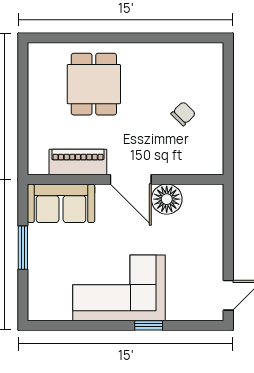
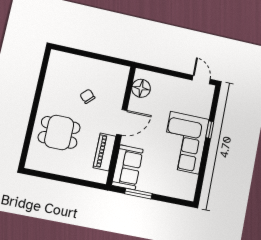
chair: (183, 114) -> (87, 96), moved
floor lamp: (167, 199) -> (141, 88), moved
window: (23, 248) -> (138, 194), moved

